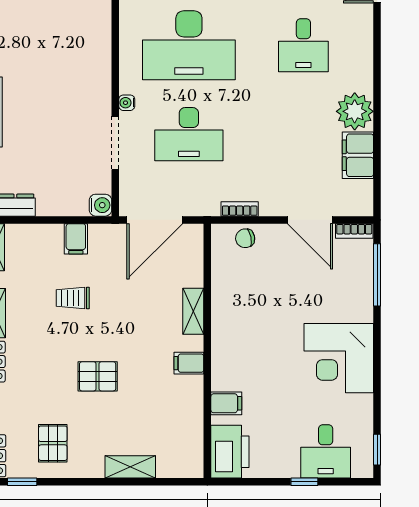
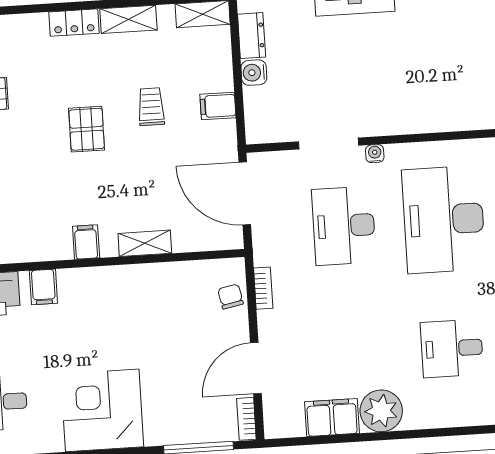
water cooler: (100, 205) -> (254, 73), moved, turned 90
pallet: (98, 376) -> (87, 129), moved

